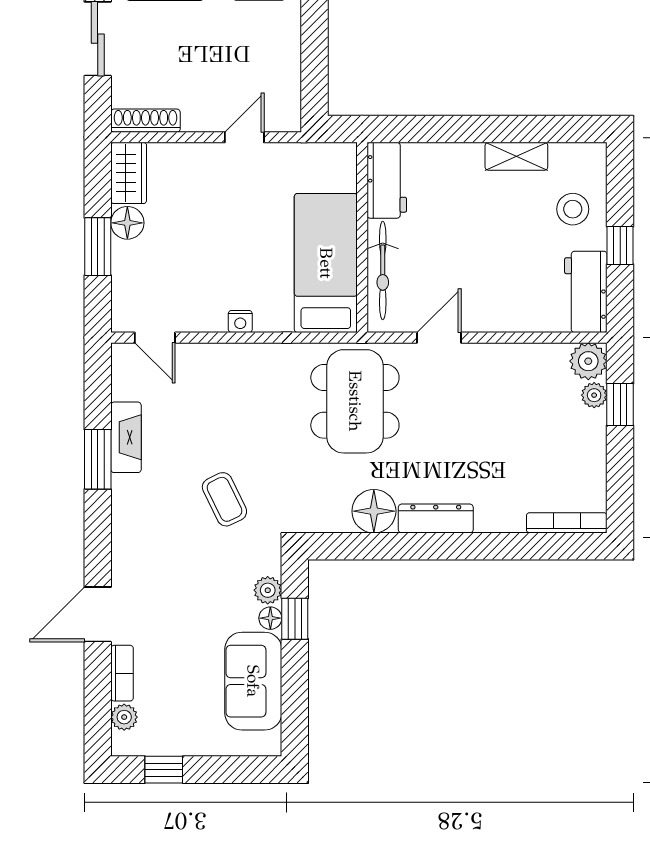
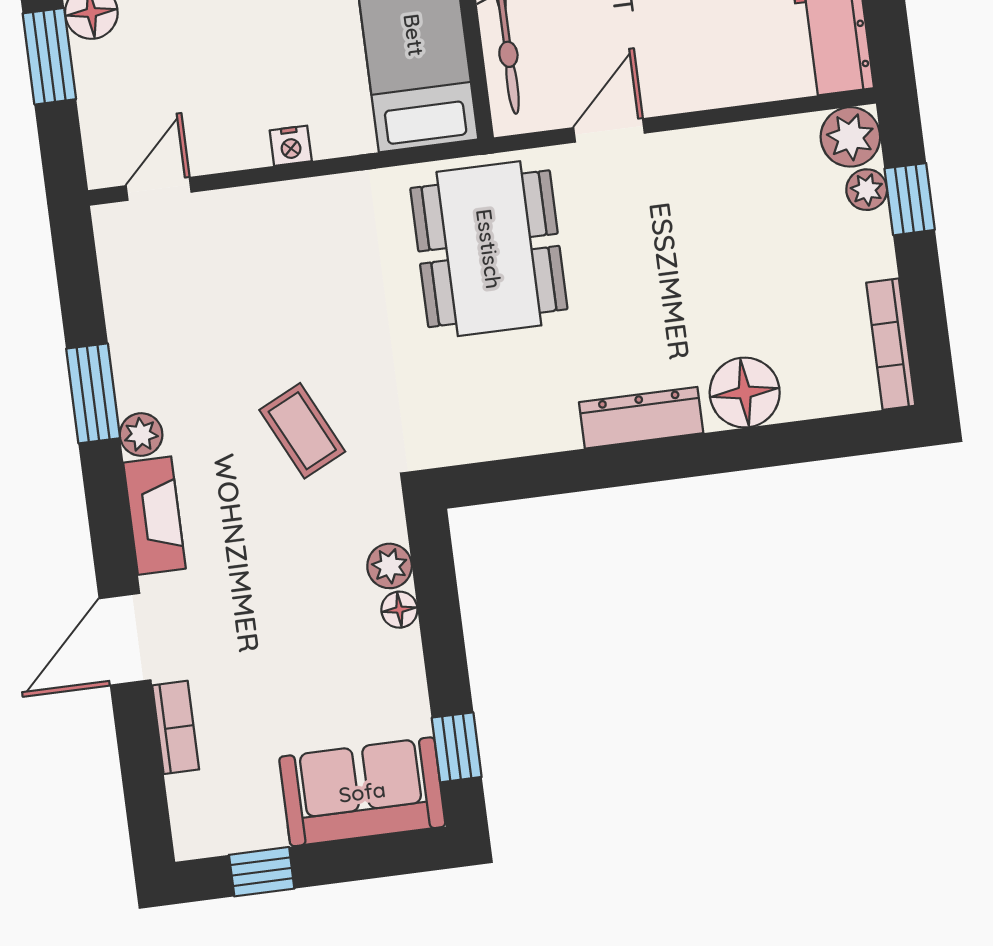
door: (155, 338) -> (159, 189), swing flipped
fireplace: (126, 437) -> (155, 516), moved
floor lamp: (374, 511) -> (745, 392), moved
bookcase: (567, 523) -> (891, 344), moved, turned -90
window: (295, 619) -> (457, 747), moved
sofa: (253, 681) -> (362, 792), moved, turned 90
plant: (124, 717) -> (141, 435), moved

